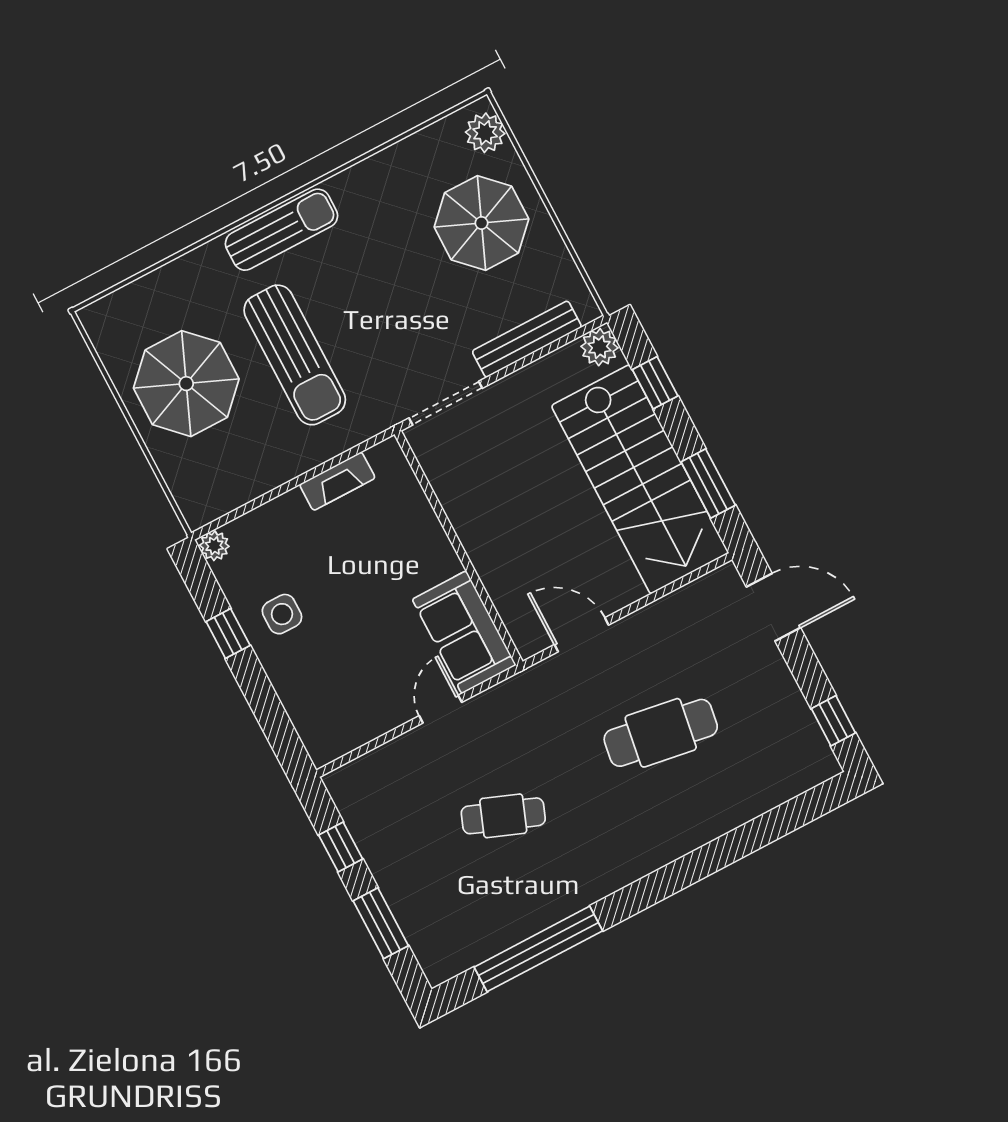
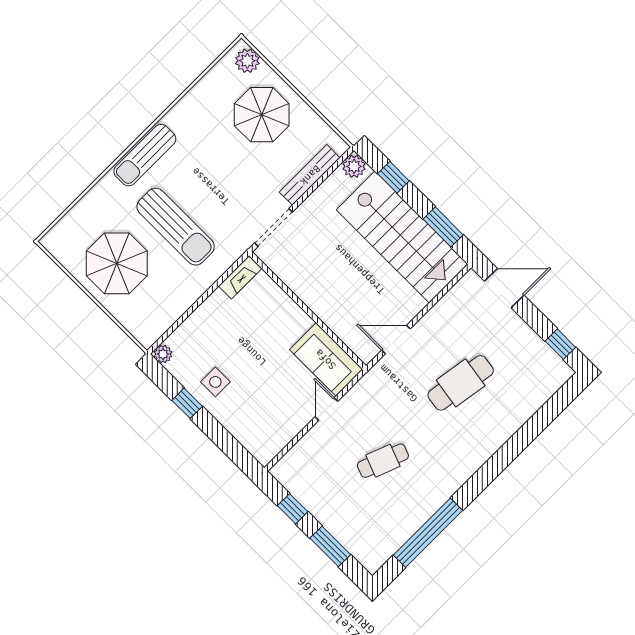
sun lounger: (282, 230) -> (145, 155), turned 180
fireplace: (337, 481) -> (240, 277), moved

